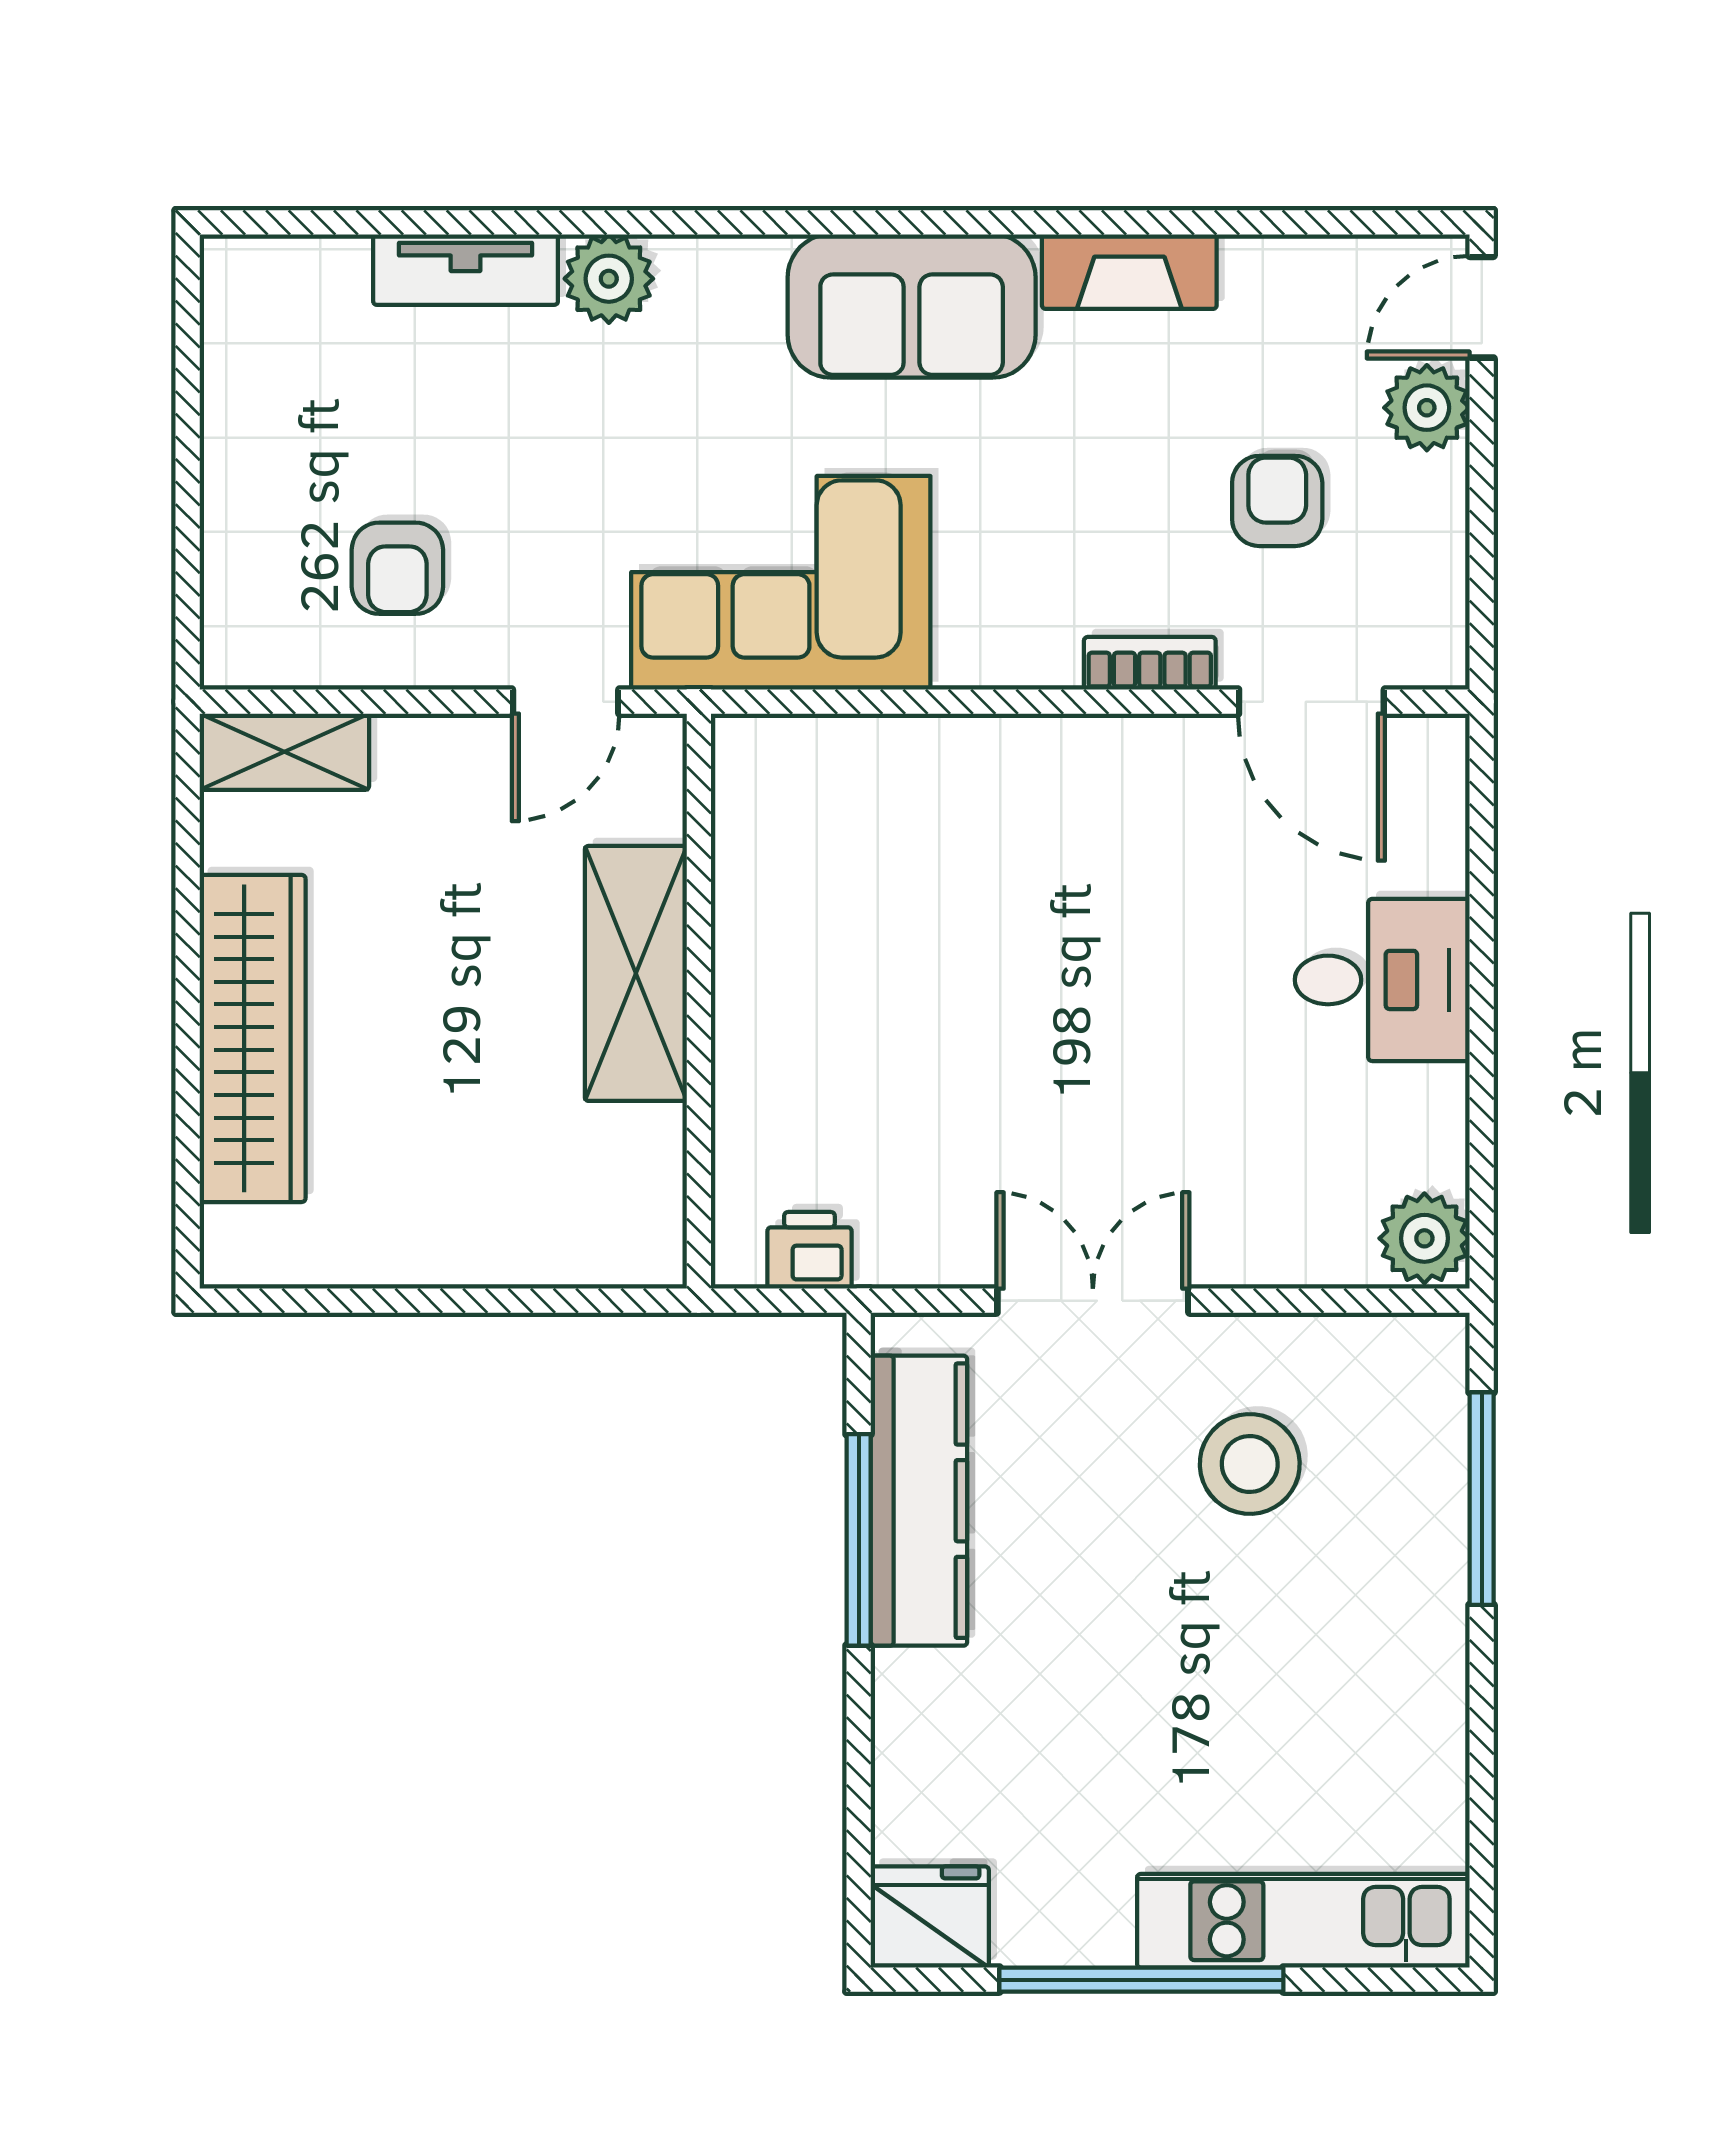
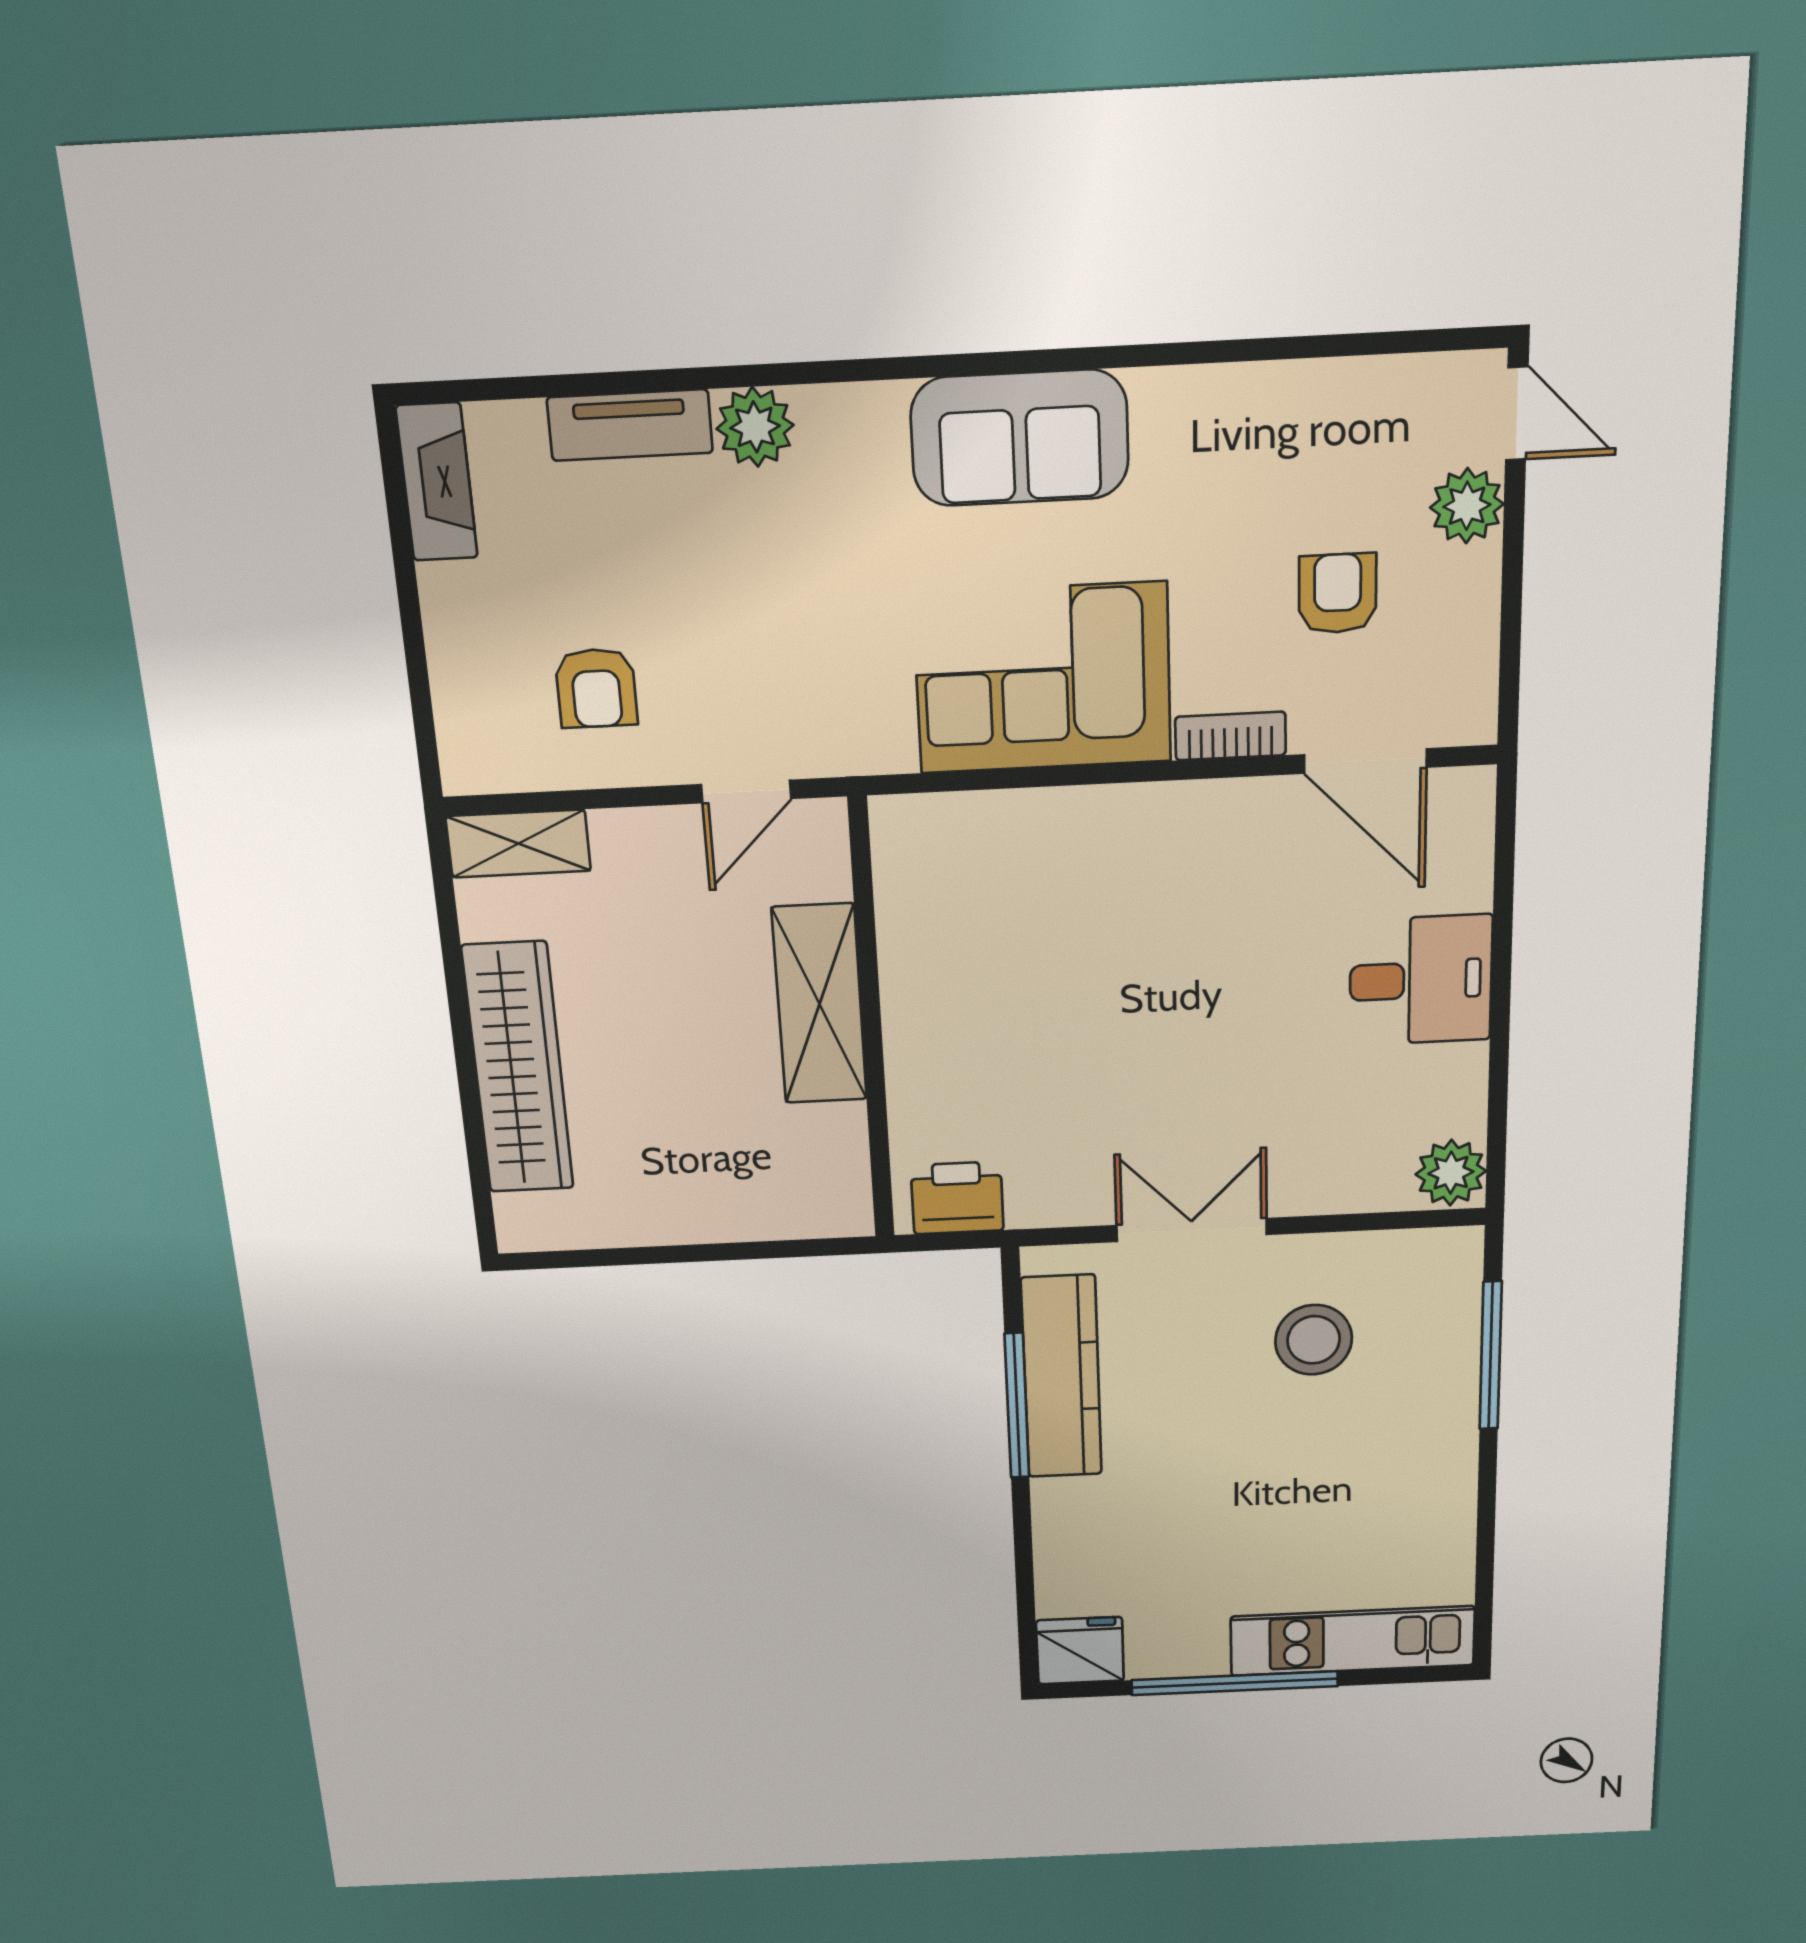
fireplace: (1129, 272) -> (437, 482), moved, turned -90
door: (1482, 307) -> (1517, 414), swing flipped
corner sofa: (781, 583) -> (1043, 678), moved
printer: (809, 1250) -> (957, 1198), width x1.36, depth x1.24

